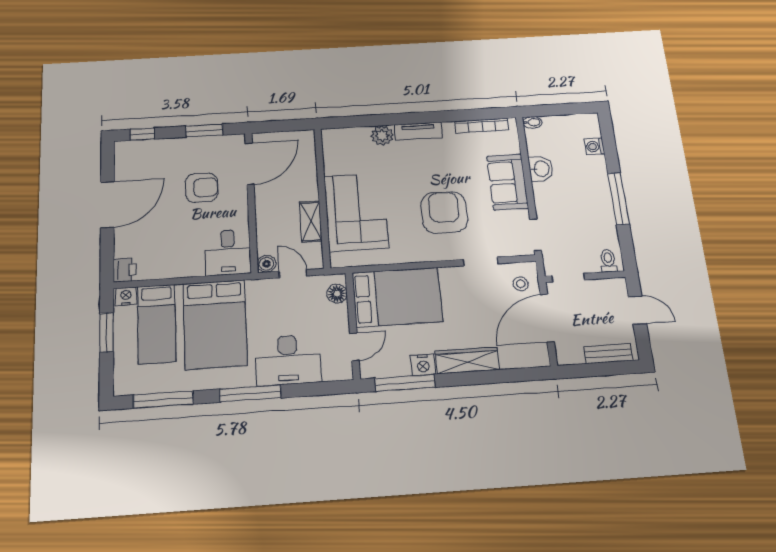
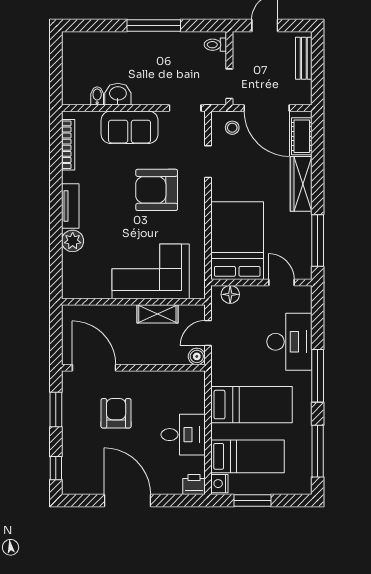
bidet: (532, 122) -> (97, 96), moved
washing machine: (594, 146) -> (98, 40), removed
desk: (228, 252) -> (183, 435), moved
bed: (215, 324) -> (252, 405), width x0.67
cot: (521, 357) -> (302, 136), added
nightstand: (423, 365) -> (302, 223), removed

